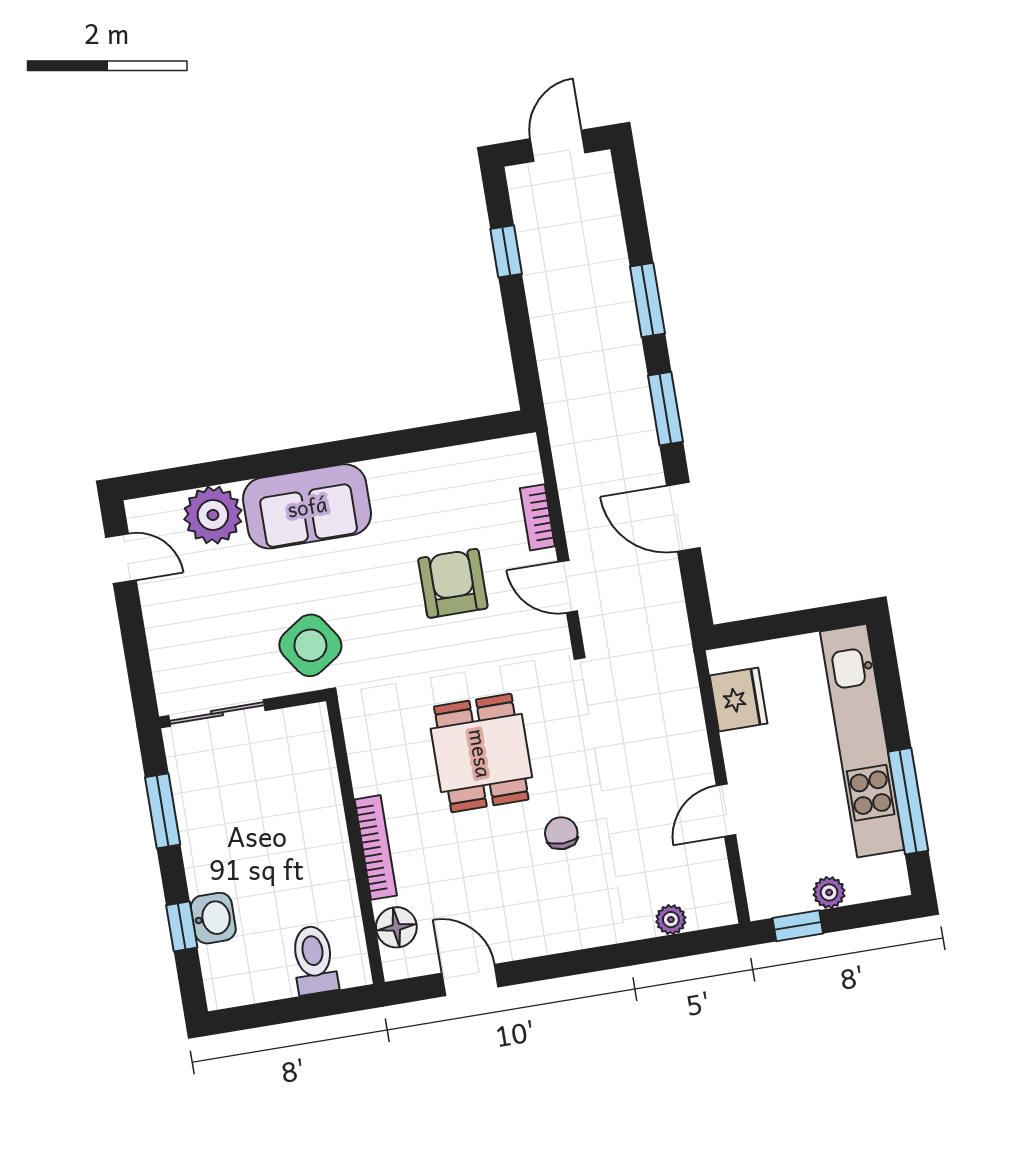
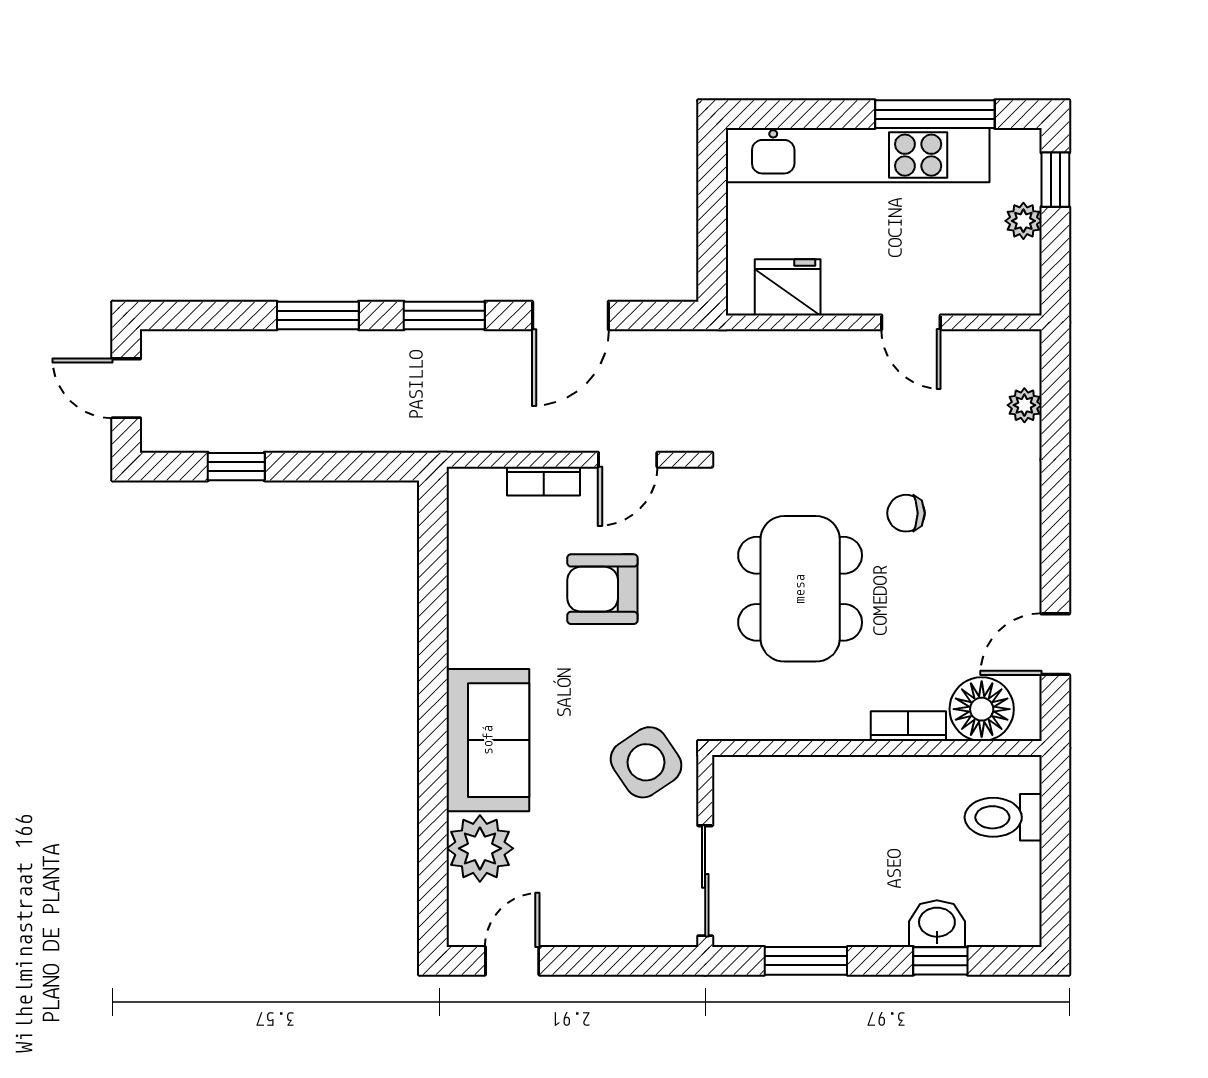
dining table: (481, 753) -> (800, 589), width x1.38
bookcase: (376, 847) -> (908, 726), width x0.64
window: (798, 926) -> (1055, 180), moved
floor lamp: (396, 927) -> (982, 709), width x1.38, depth x1.38

